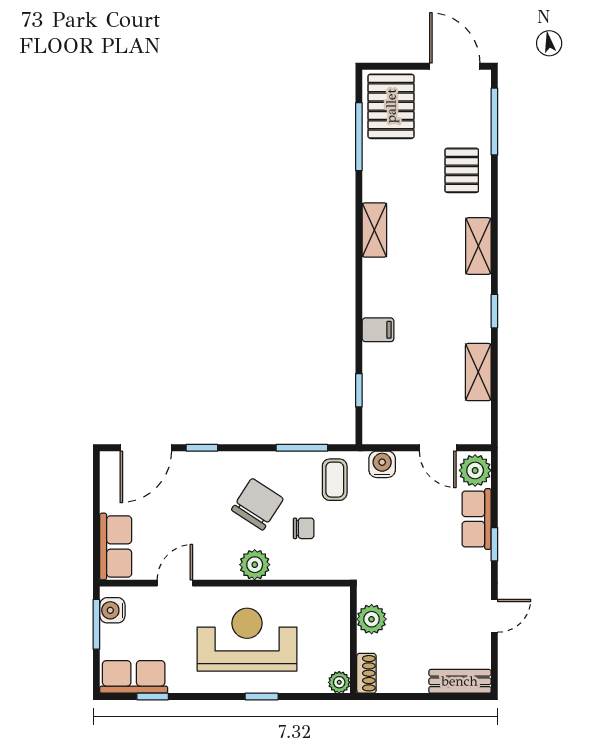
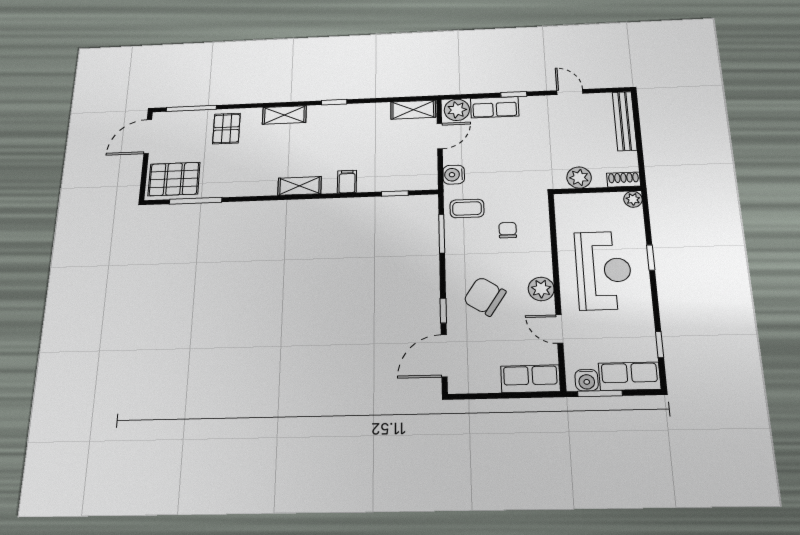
pallet: (462, 170) -> (226, 129), turned 90
shelving: (374, 230) -> (300, 186), moved
shelving: (478, 372) -> (413, 110), moved
door: (146, 448) -> (444, 356), swing flipped
chair: (257, 504) -> (485, 296), moved
plant: (255, 565) -> (541, 289), moved
reception desk: (247, 640) -> (603, 270), turned 180
row of seats: (134, 677) -> (630, 376), moved, turned 90
bench: (460, 681) -> (625, 121), width x1.36

